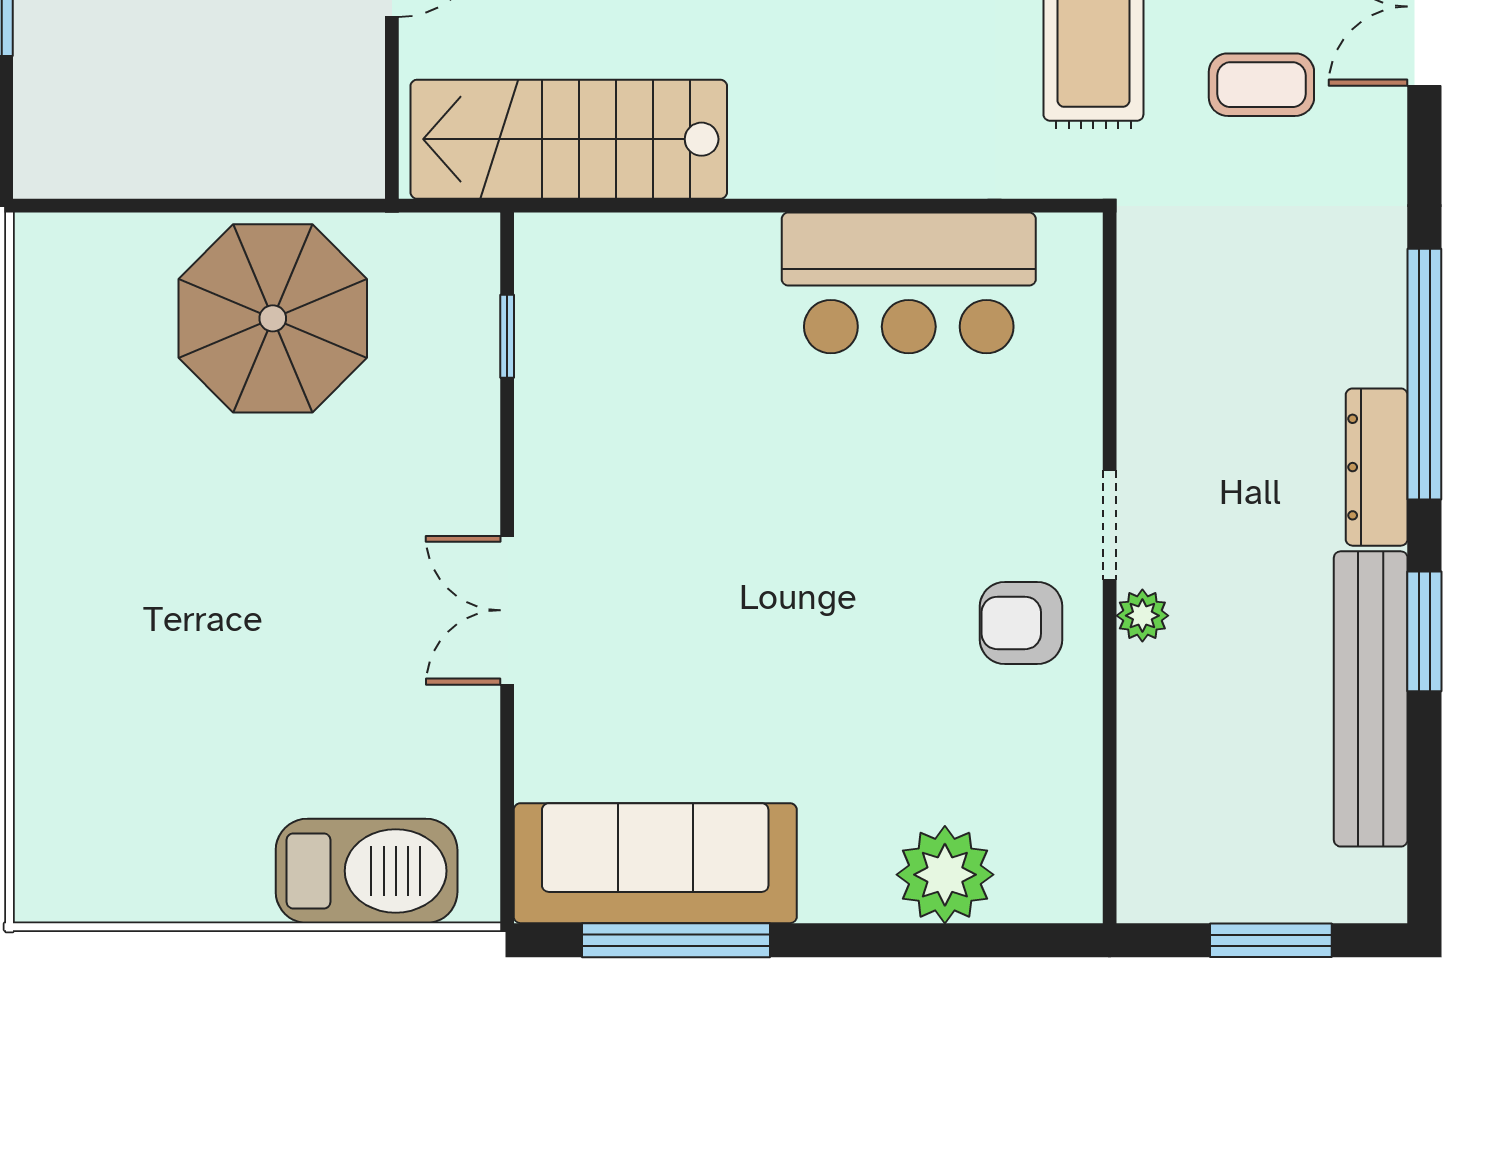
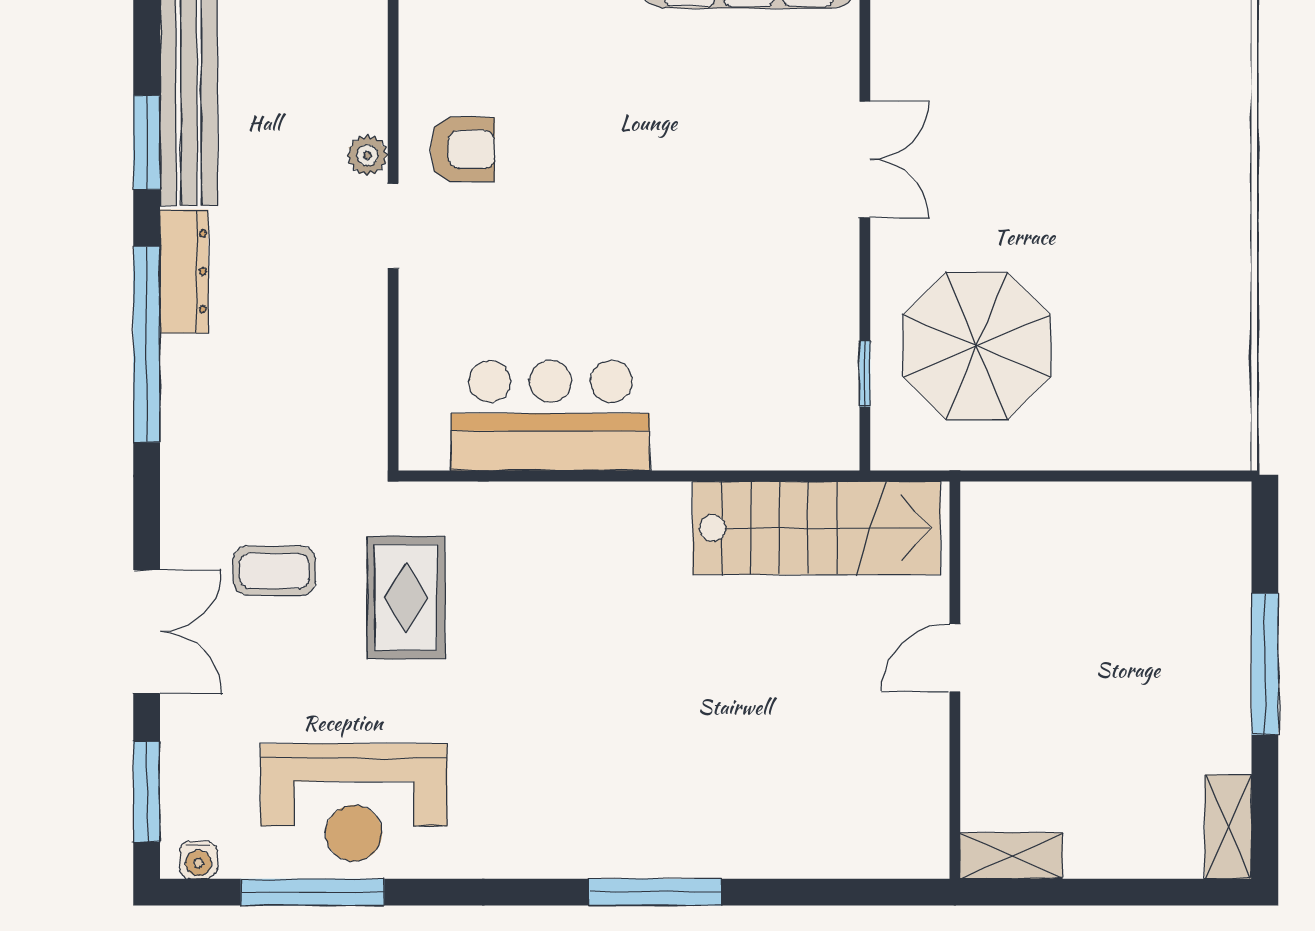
parasol: (273, 318) -> (977, 346), moved

